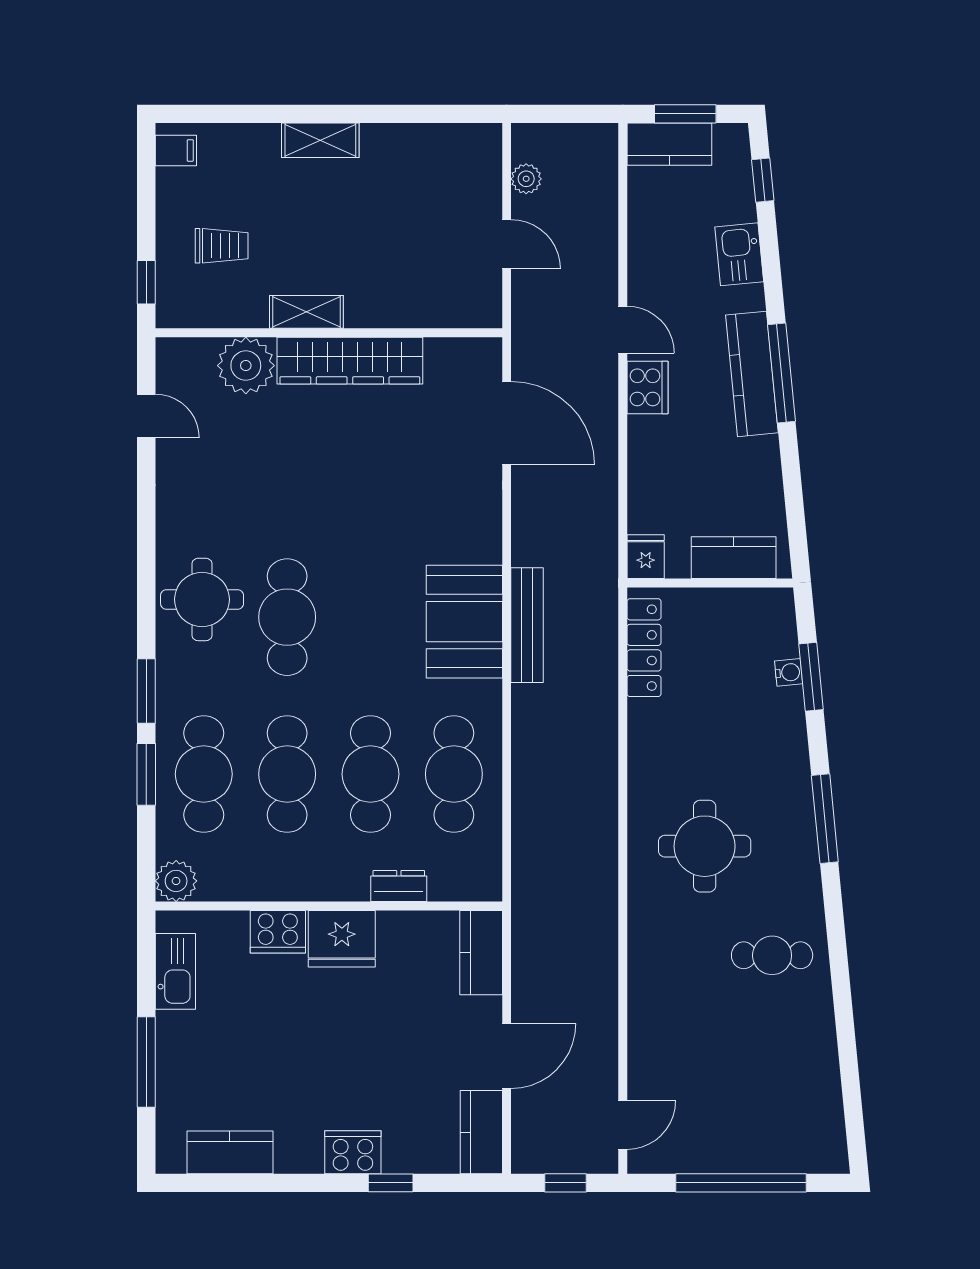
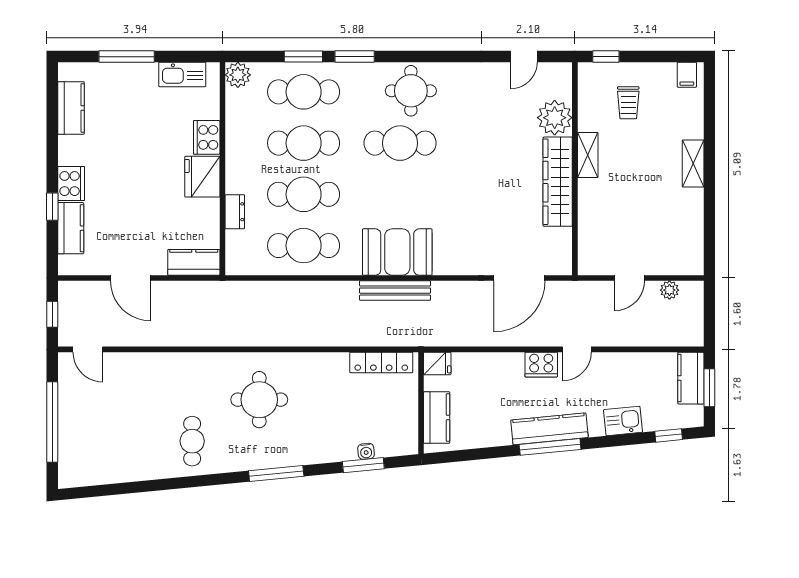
kitchen counter: (481, 1132) -> (71, 228), moved, turned 90

